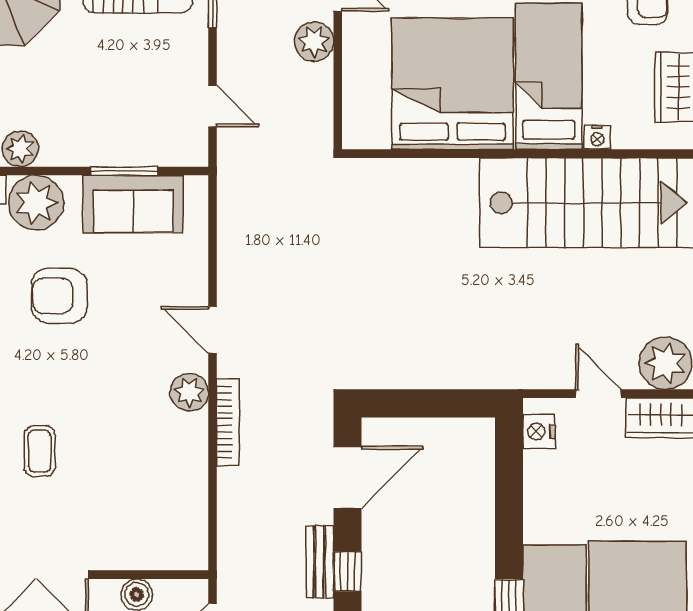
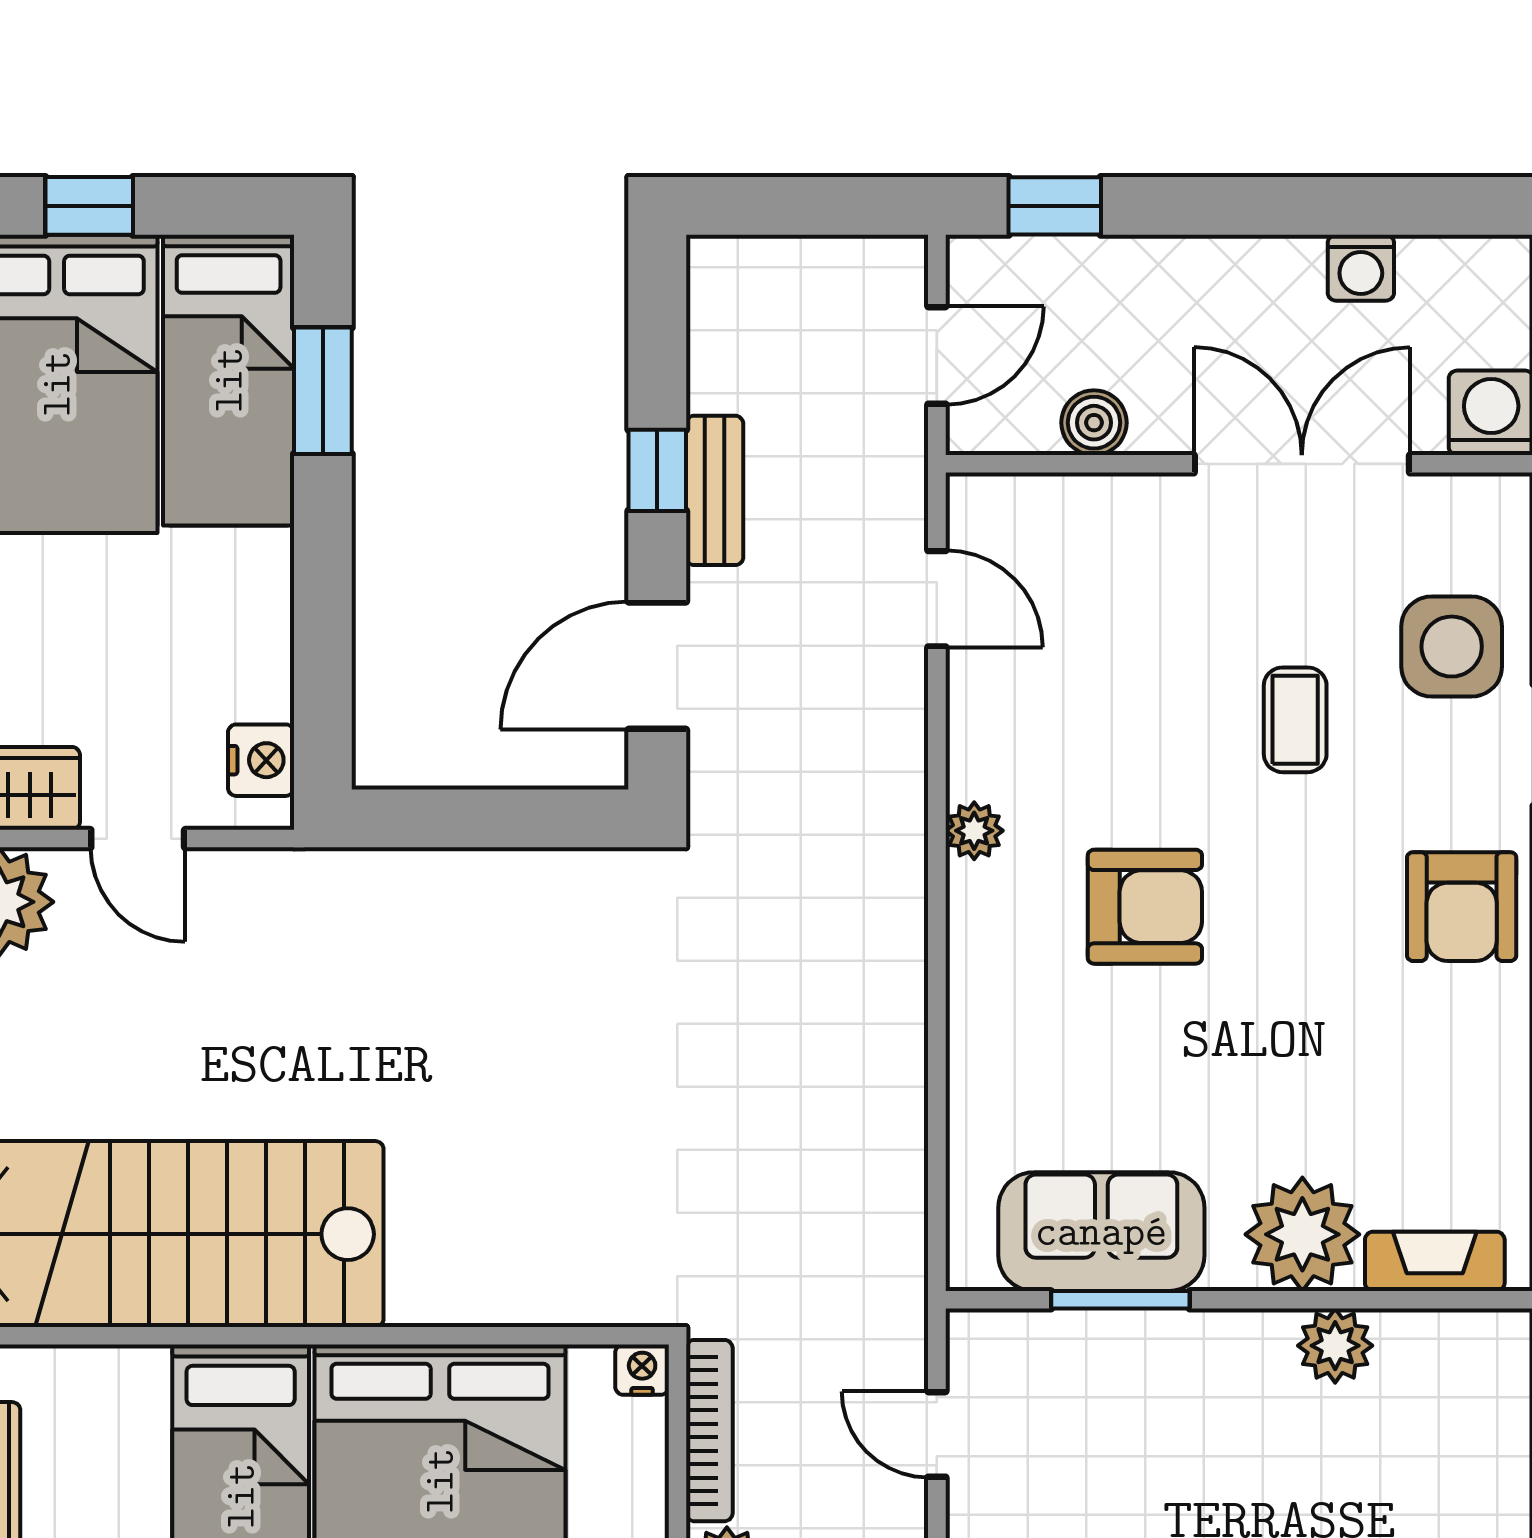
nightstand: (597, 137) -> (642, 1370), moved
armchair: (59, 296) -> (1145, 907), moved
door: (213, 330) -> (937, 599), moved
plant: (189, 392) -> (974, 831), width x0.73, depth x0.73
bookcase: (228, 422) -> (709, 1431), moved, turned 180

